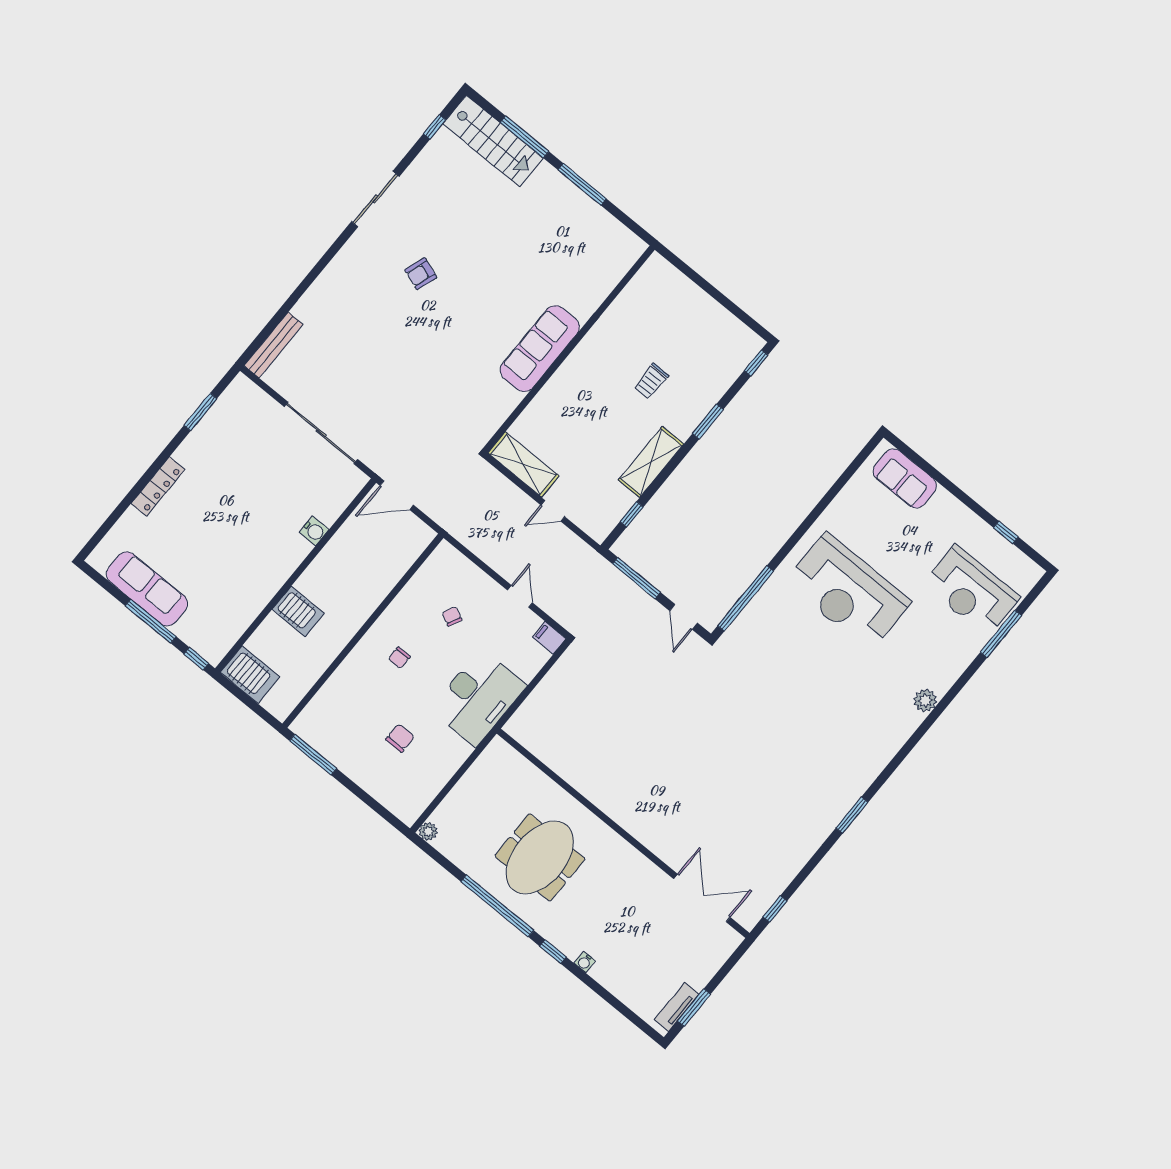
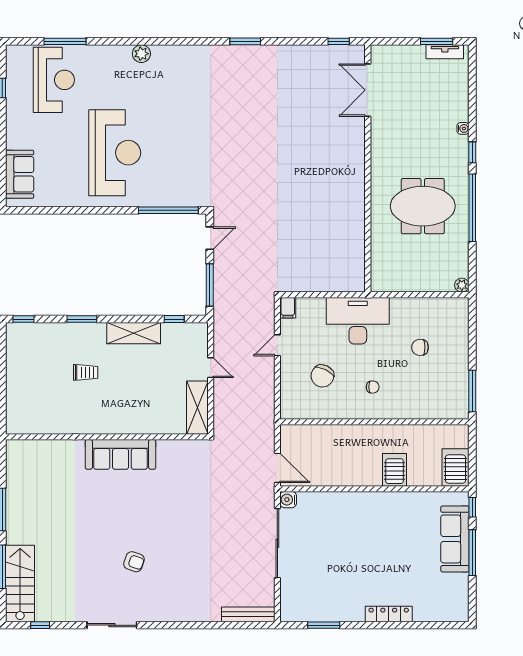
water cooler: (314, 531) -> (288, 500), moved, turned -90
sofa: (147, 589) -> (455, 539), moved
chair: (452, 616) -> (322, 376), width x1.87, depth x1.87

